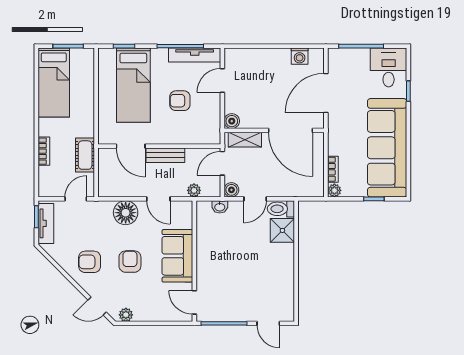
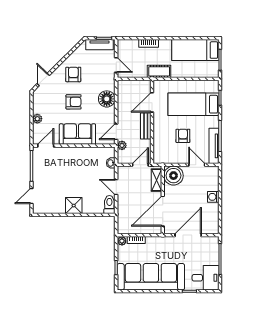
washing machine: (300, 56) -> (213, 197), moved
door: (326, 93) -> (188, 235), hinge flipped
boiler: (232, 121) -> (173, 176), width x1.86, depth x1.86
cot: (85, 155) -> (159, 71), moved
door: (222, 163) -> (140, 165), hinge flipped
boiler: (231, 190) -> (122, 171), removed
door: (158, 199) -> (116, 132), moved
shower: (282, 230) -> (74, 206), moved
plant: (126, 315) -> (37, 119), moved

